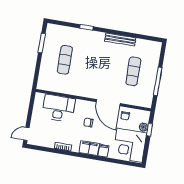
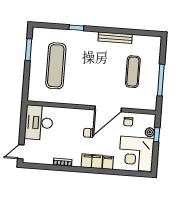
exercise mat: (65, 60) -> (56, 66), width x1.36, depth x1.45
door: (108, 103) -> (108, 109), hinge flipped
desk: (58, 108) -> (39, 123), moved, turned -90

